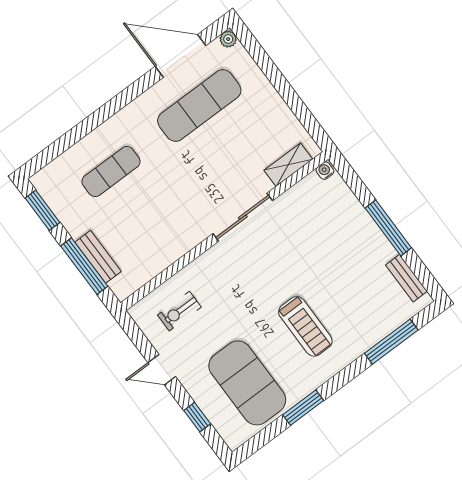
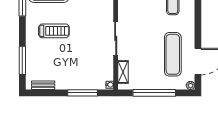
window: (284, 89) -> (154, 93), added
window: (388, 228) -> (83, 93), moved
treadmill: (305, 326) -> (54, 31), turned 180

